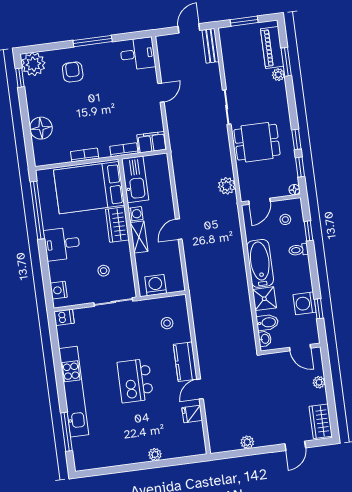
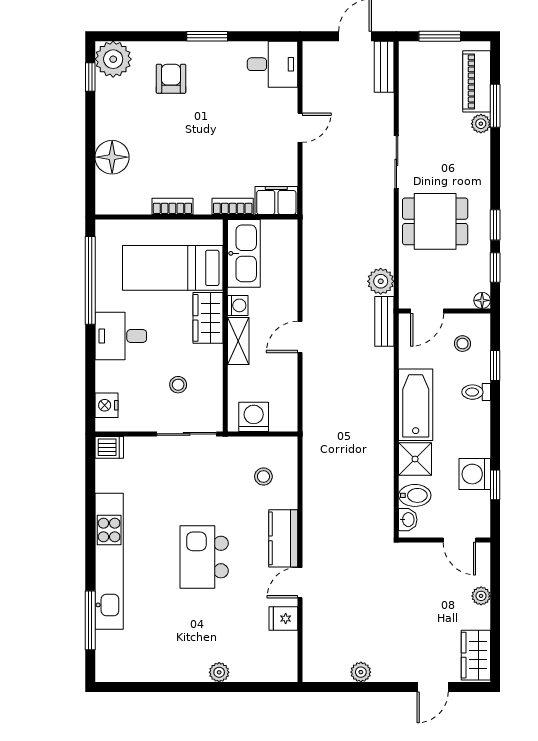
window: (93, 41) -> (207, 36), width x0.69
bed: (89, 188) -> (173, 268), width x0.67
bench: (233, 212) -> (384, 321), added

